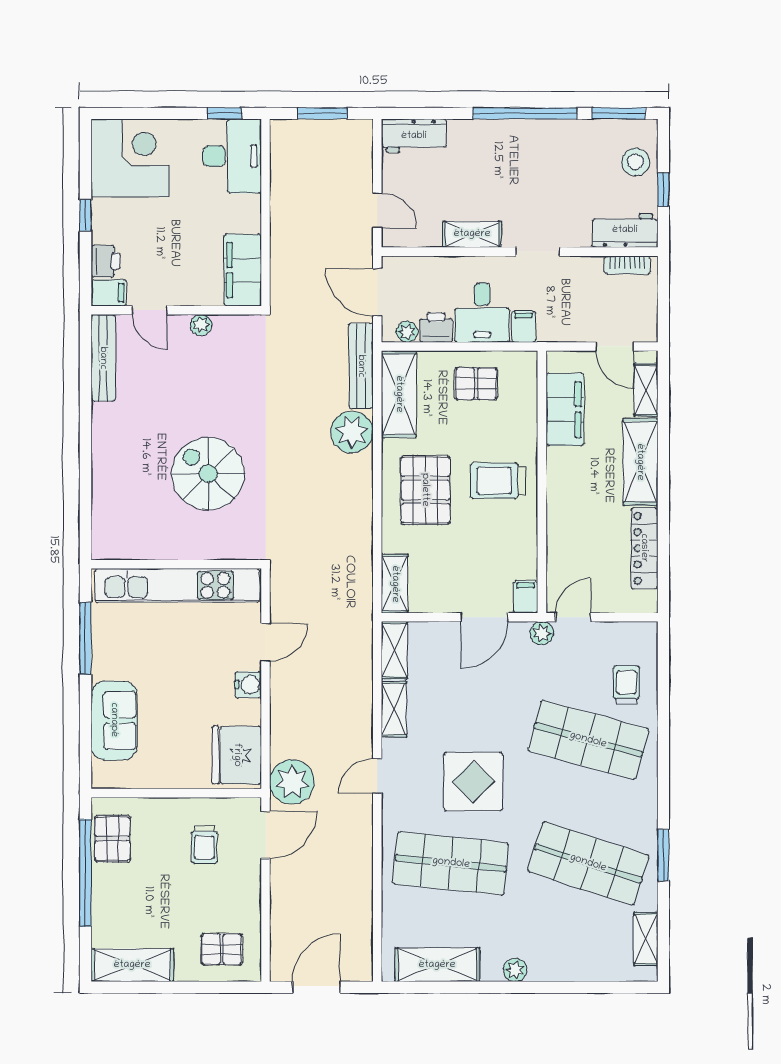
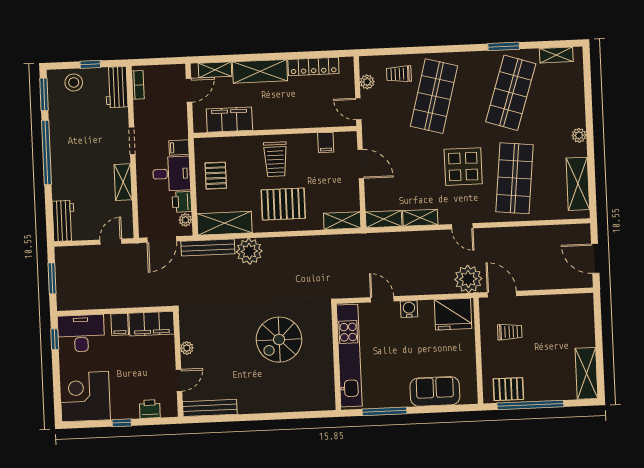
filing cabinet: (109, 293) -> (120, 324), moved, turned 180
filing cabinet: (526, 597) -> (326, 142), moved, turned -90
plant: (542, 633) -> (367, 82), moved
pallet: (222, 949) -> (574, 318), removed

